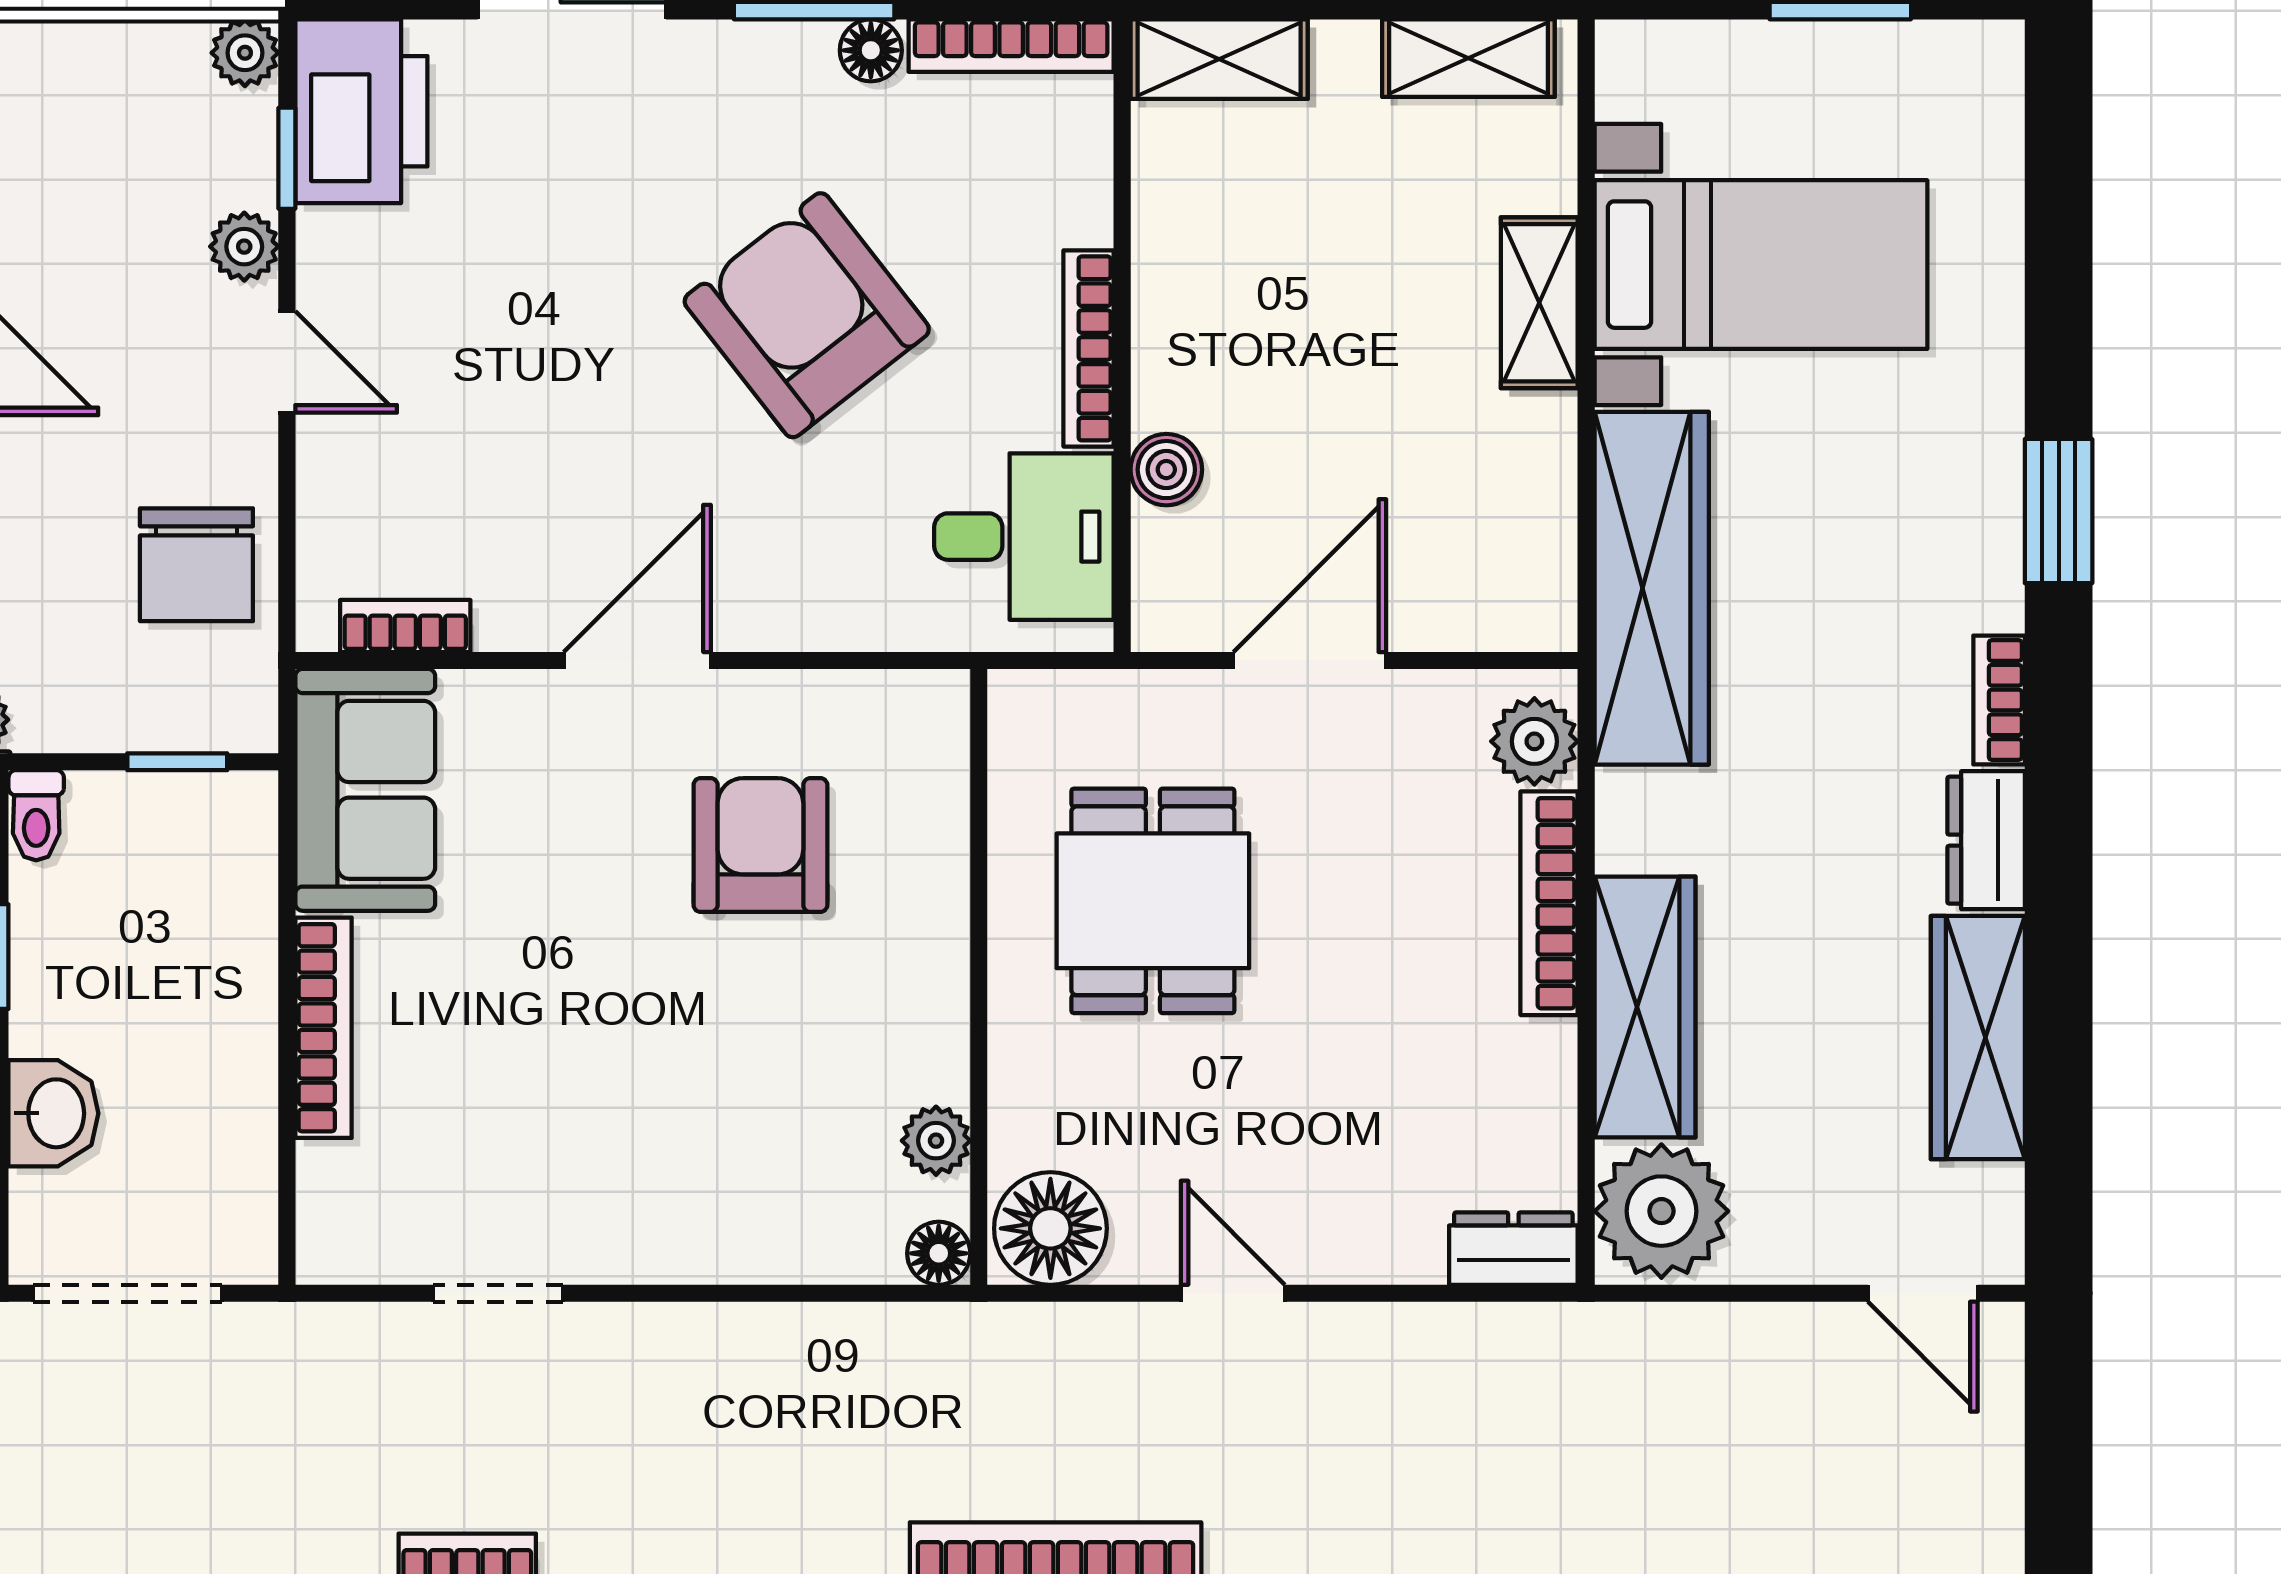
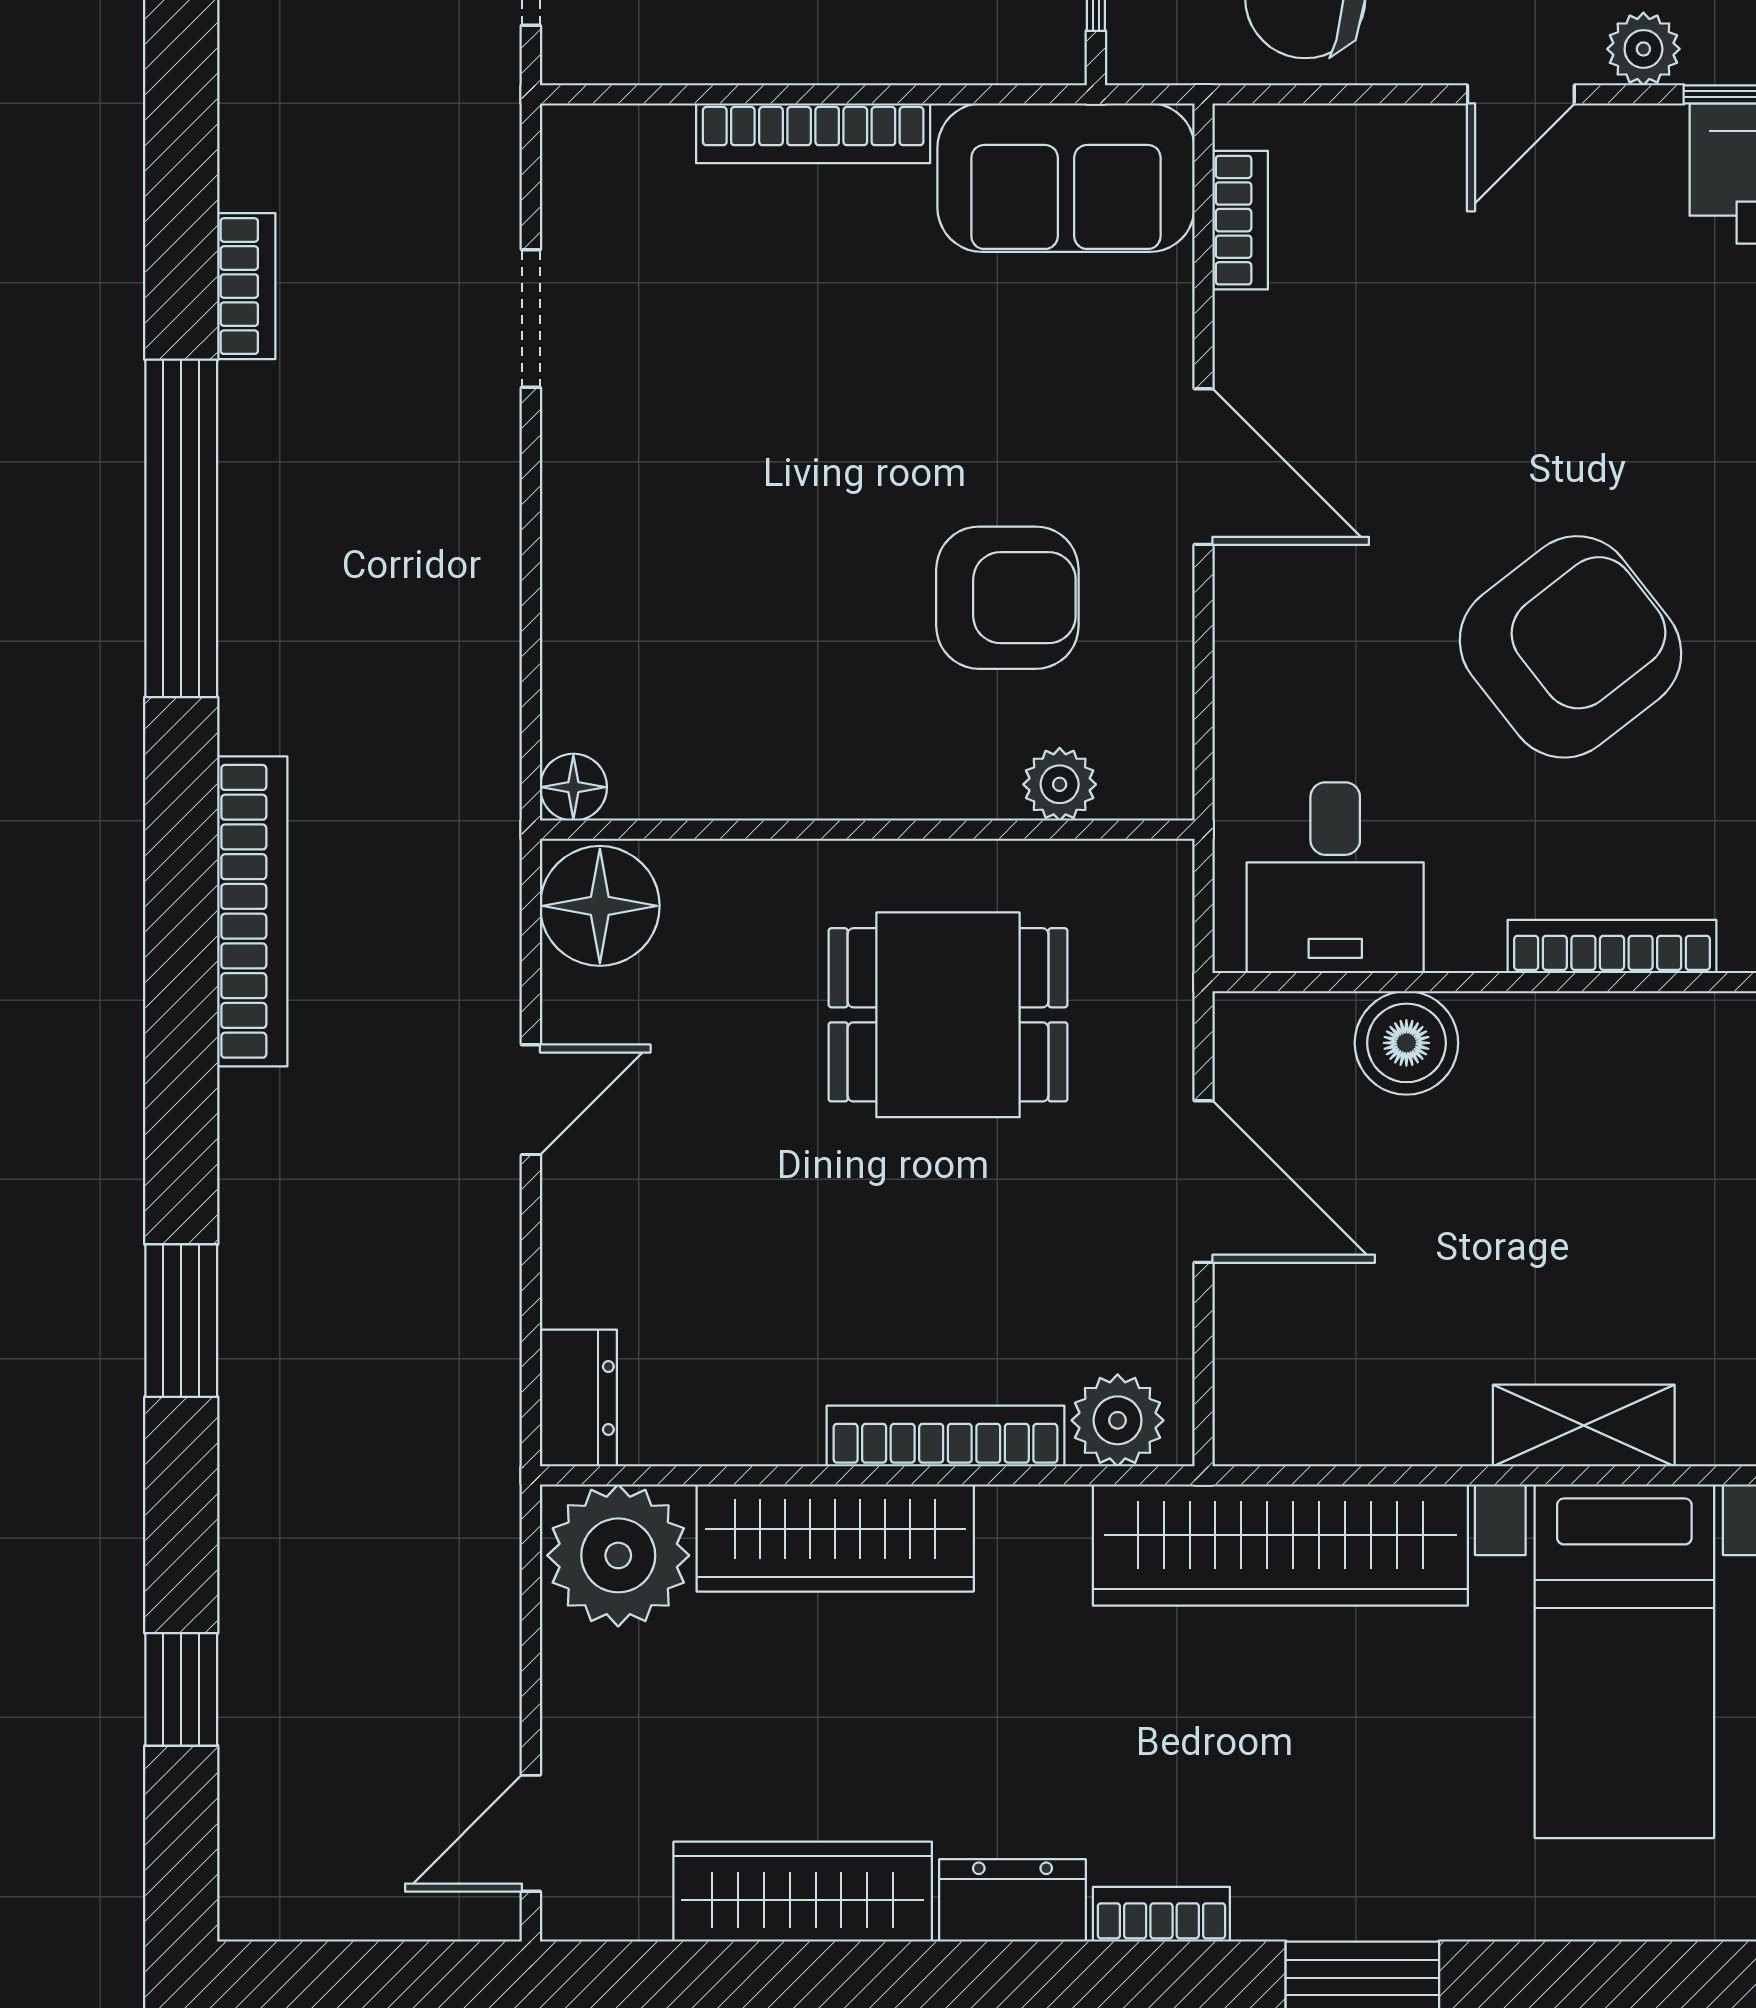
bookcase: (1089, 348) -> (1612, 946), moved
boiler: (1166, 470) -> (1406, 1043), width x1.36, depth x1.36
plant: (936, 1141) -> (1060, 784), moved

